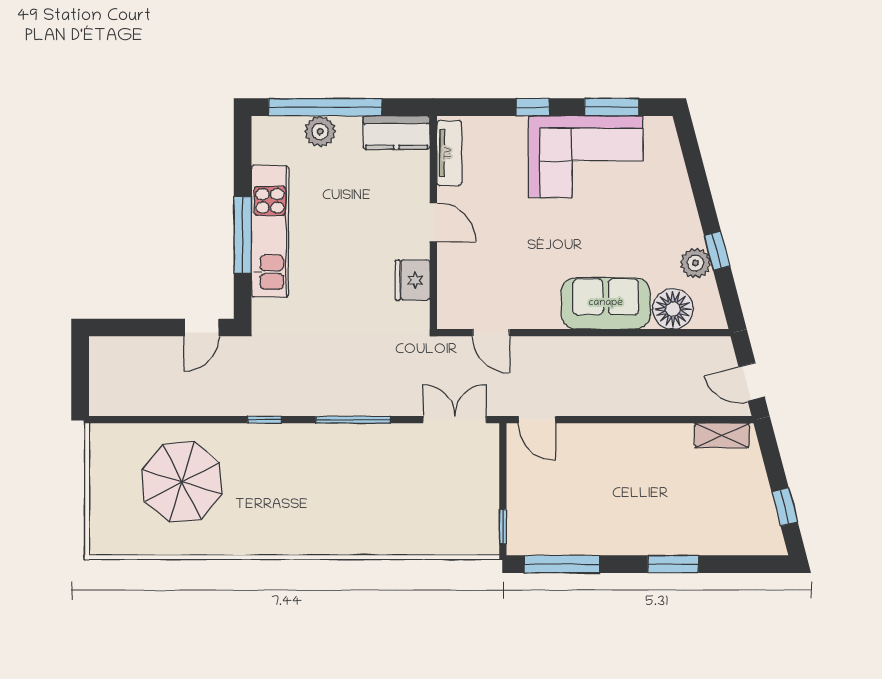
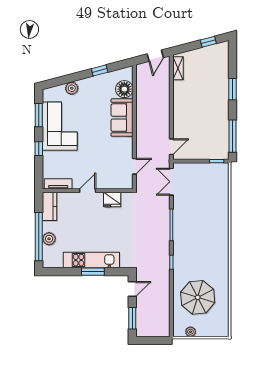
window: (243, 235) -> (93, 272), width x0.69
plant: (695, 263) -> (72, 88), moved
window: (133, 327) -> (132, 318), added
door: (202, 327) -> (132, 289), hinge flipped
plant: (101, 465) -> (191, 332), added

